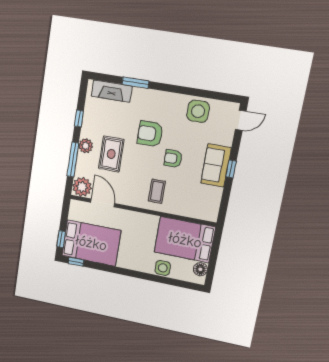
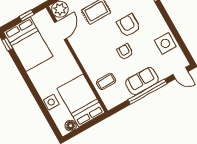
window: (231, 169) -> (147, 92), width x3.17
coffee table: (157, 191) -> (106, 82), moved
window: (61, 239) -> (27, 15), moved

